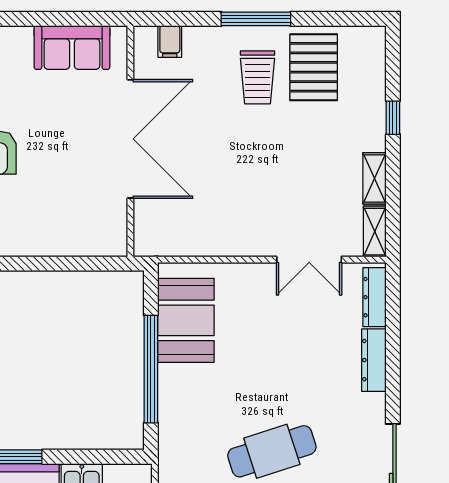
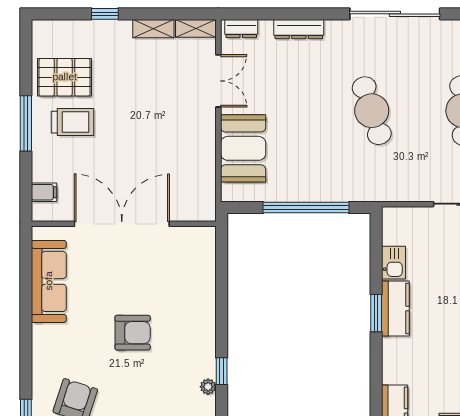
sofa: (72, 48) -> (49, 281), width x1.36
dresser: (374, 297) -> (241, 29), width x0.70
booth: (186, 320) -> (243, 148), moved, turned 90

